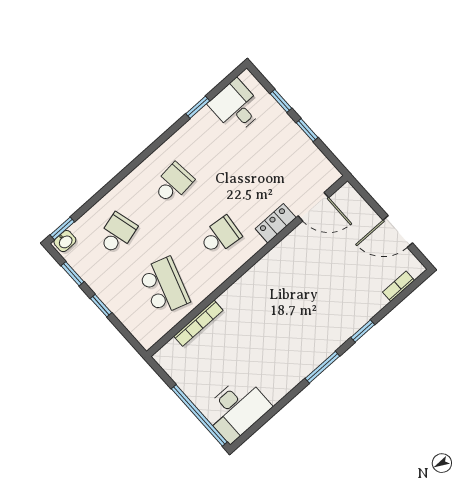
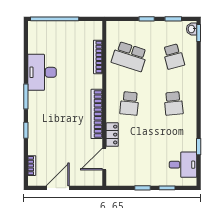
bookcase: (268, 264) -> (97, 114), added
desk: (237, 409) -> (42, 72), moved

